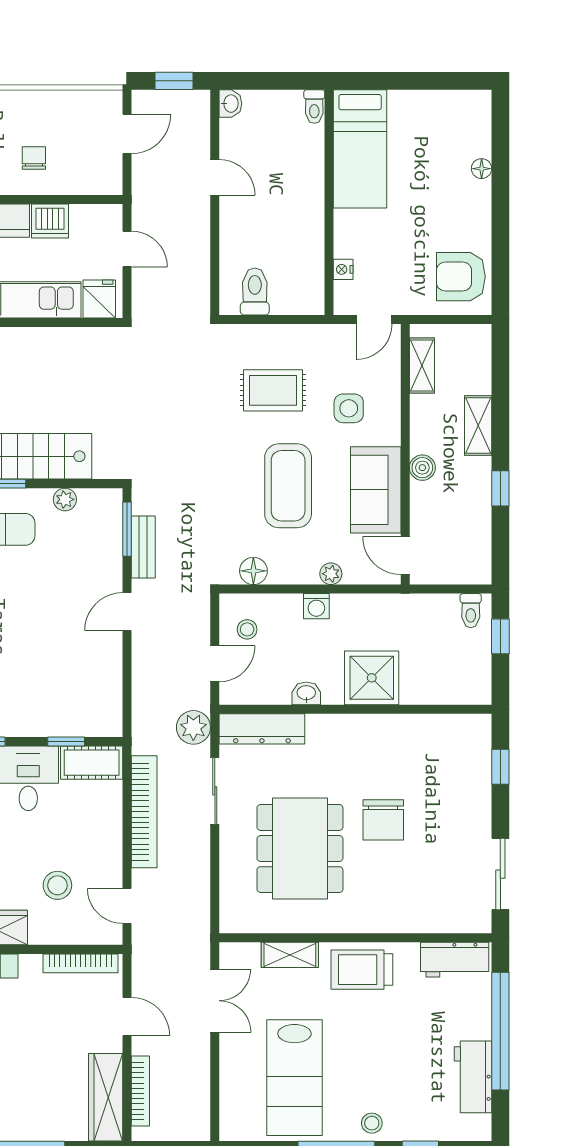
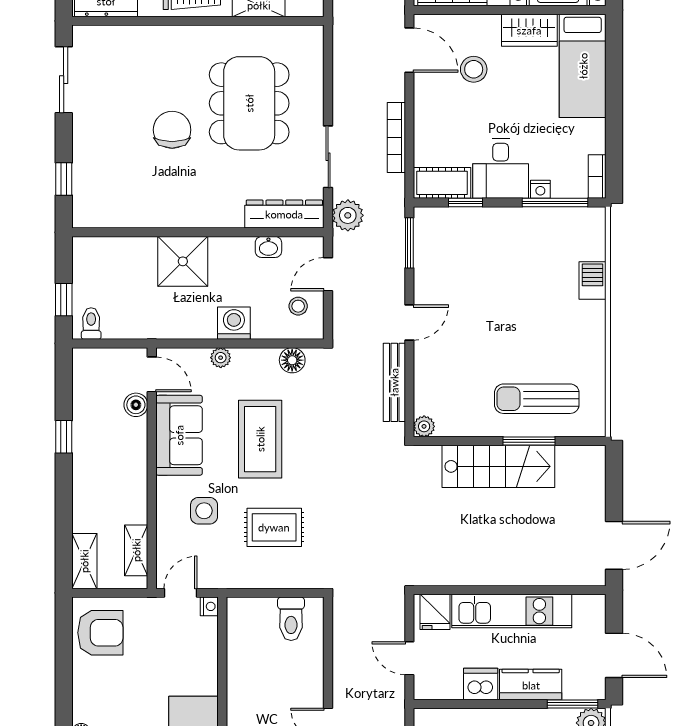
nightstand: (343, 269) -> (209, 606), moved
shelving: (478, 425) -> (84, 561), moved
boiler: (422, 468) -> (136, 405), moved
plant: (65, 499) -> (424, 426), moved
window: (127, 529) -> (409, 243), moved
bench: (143, 547) -> (394, 382), width x1.36
washing machine: (316, 606) -> (234, 323), width x1.38, depth x1.38
washbasin: (306, 693) -> (268, 247), moved
bookcase: (144, 812) -> (396, 137), width x0.68, depth x0.76
door: (127, 906) -> (409, 50), width x1.38

